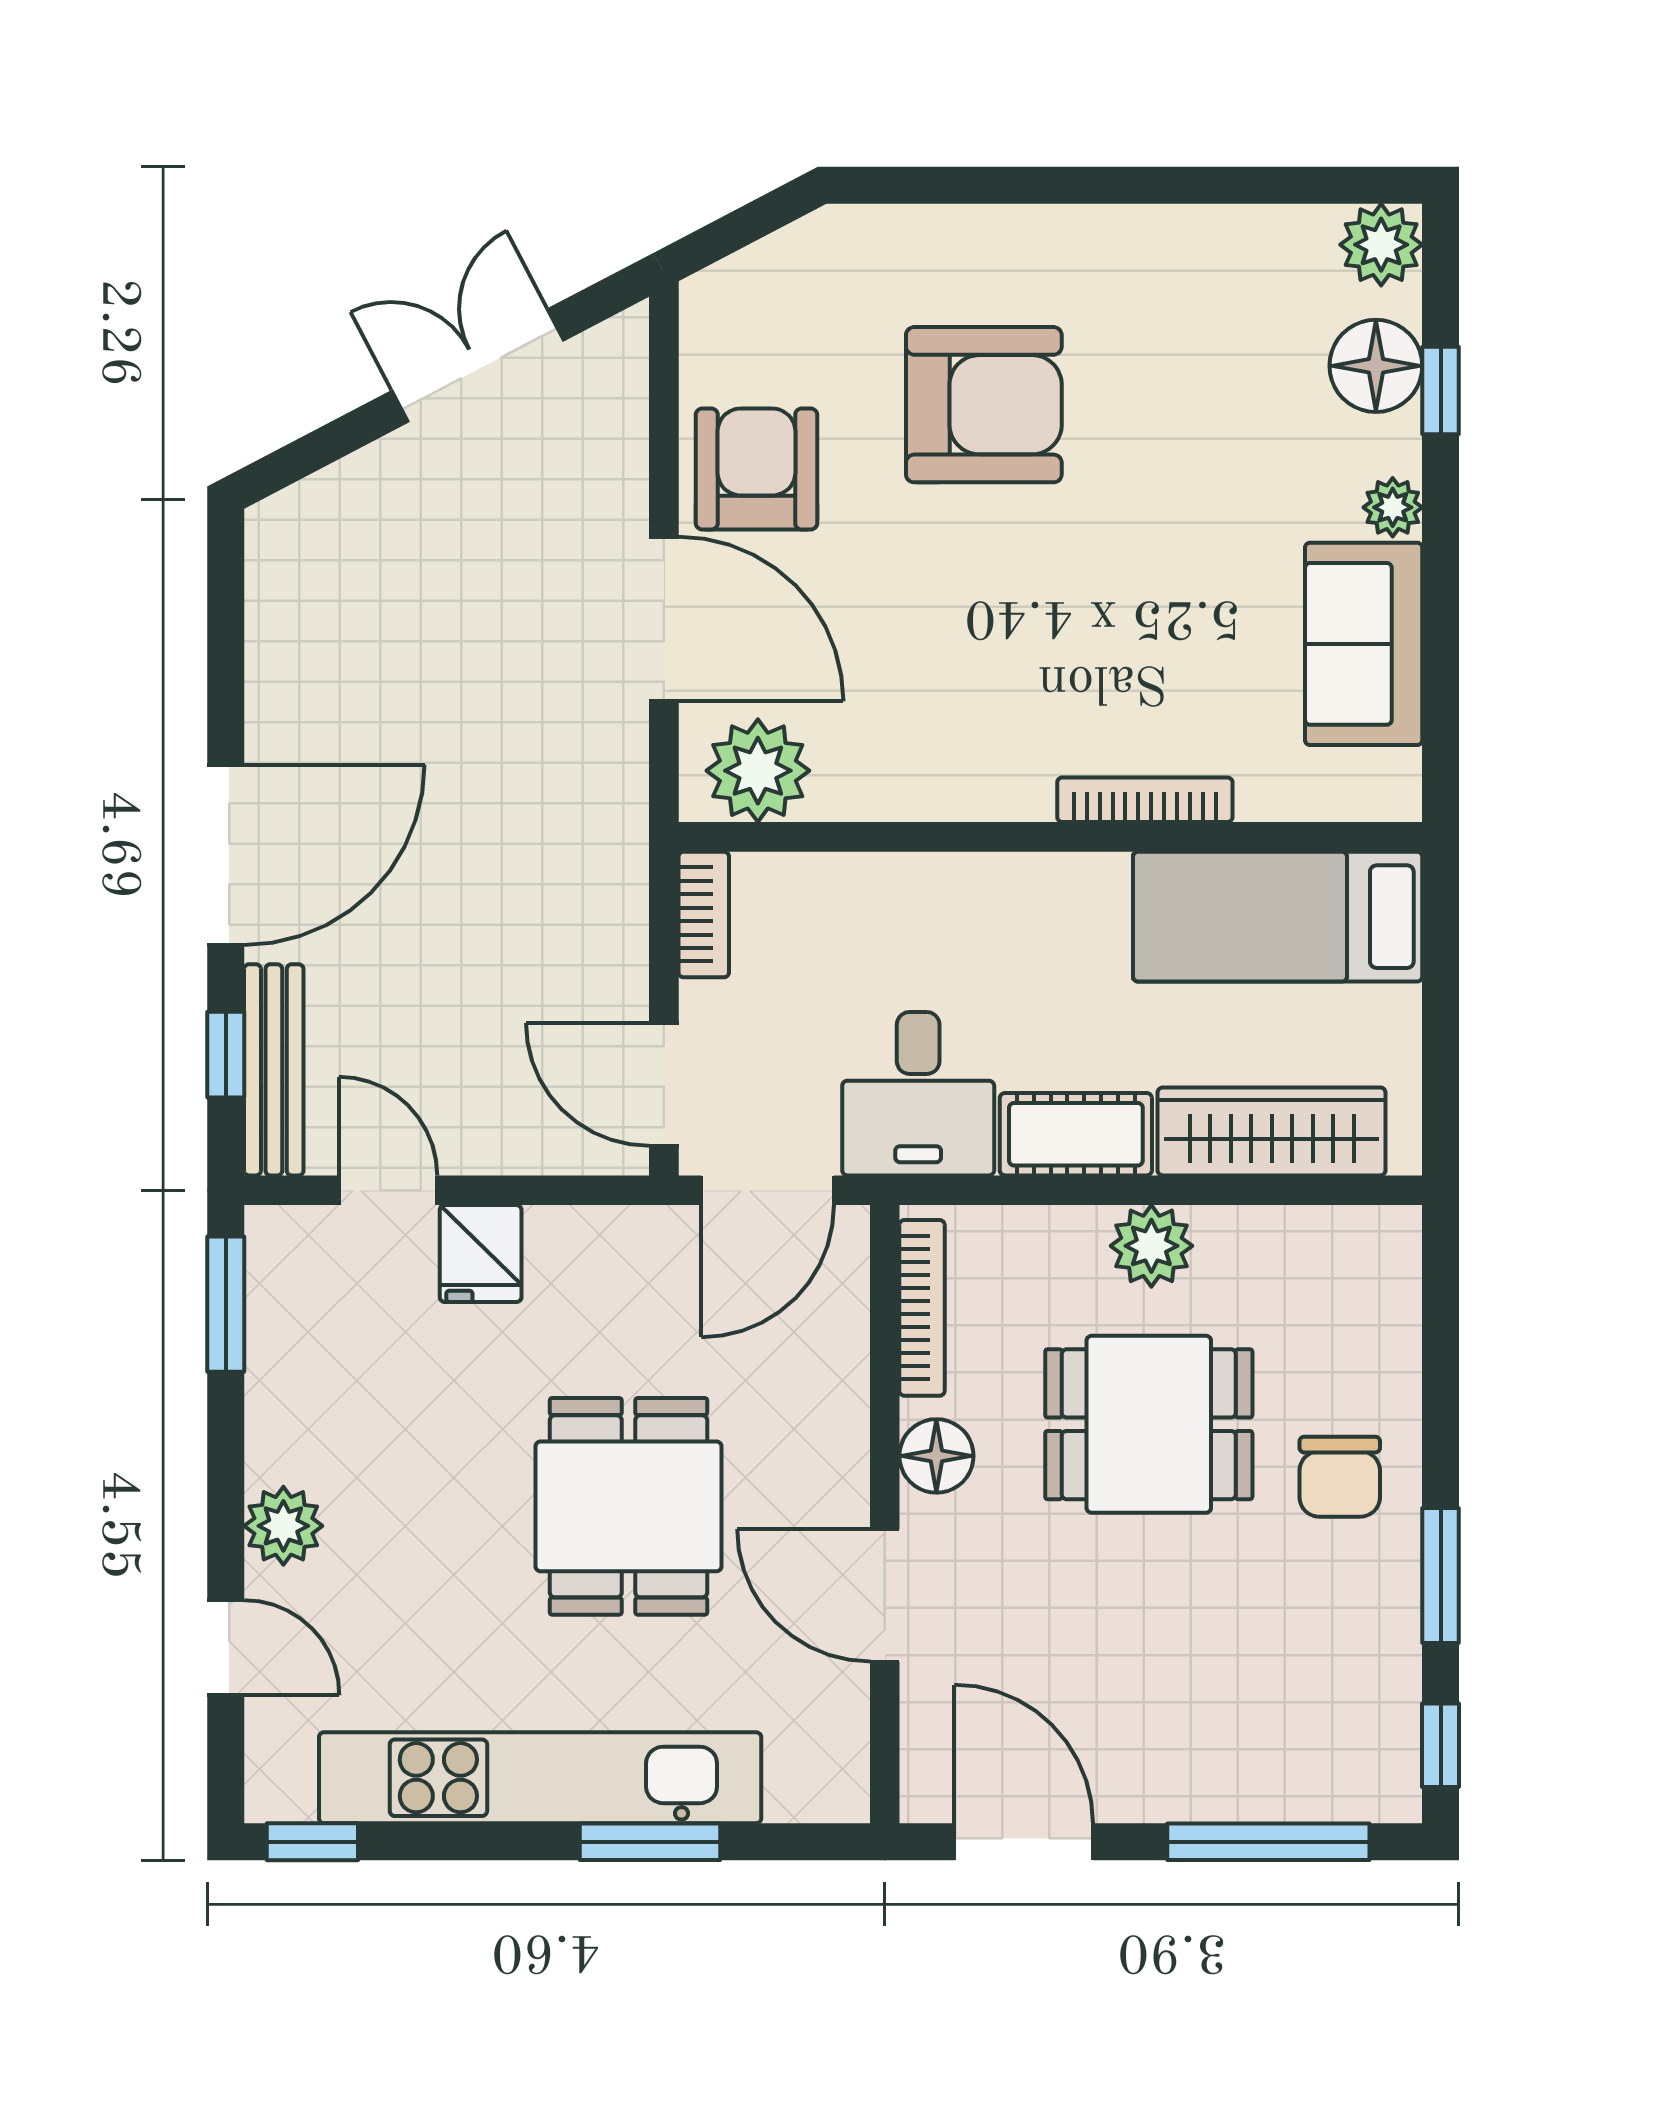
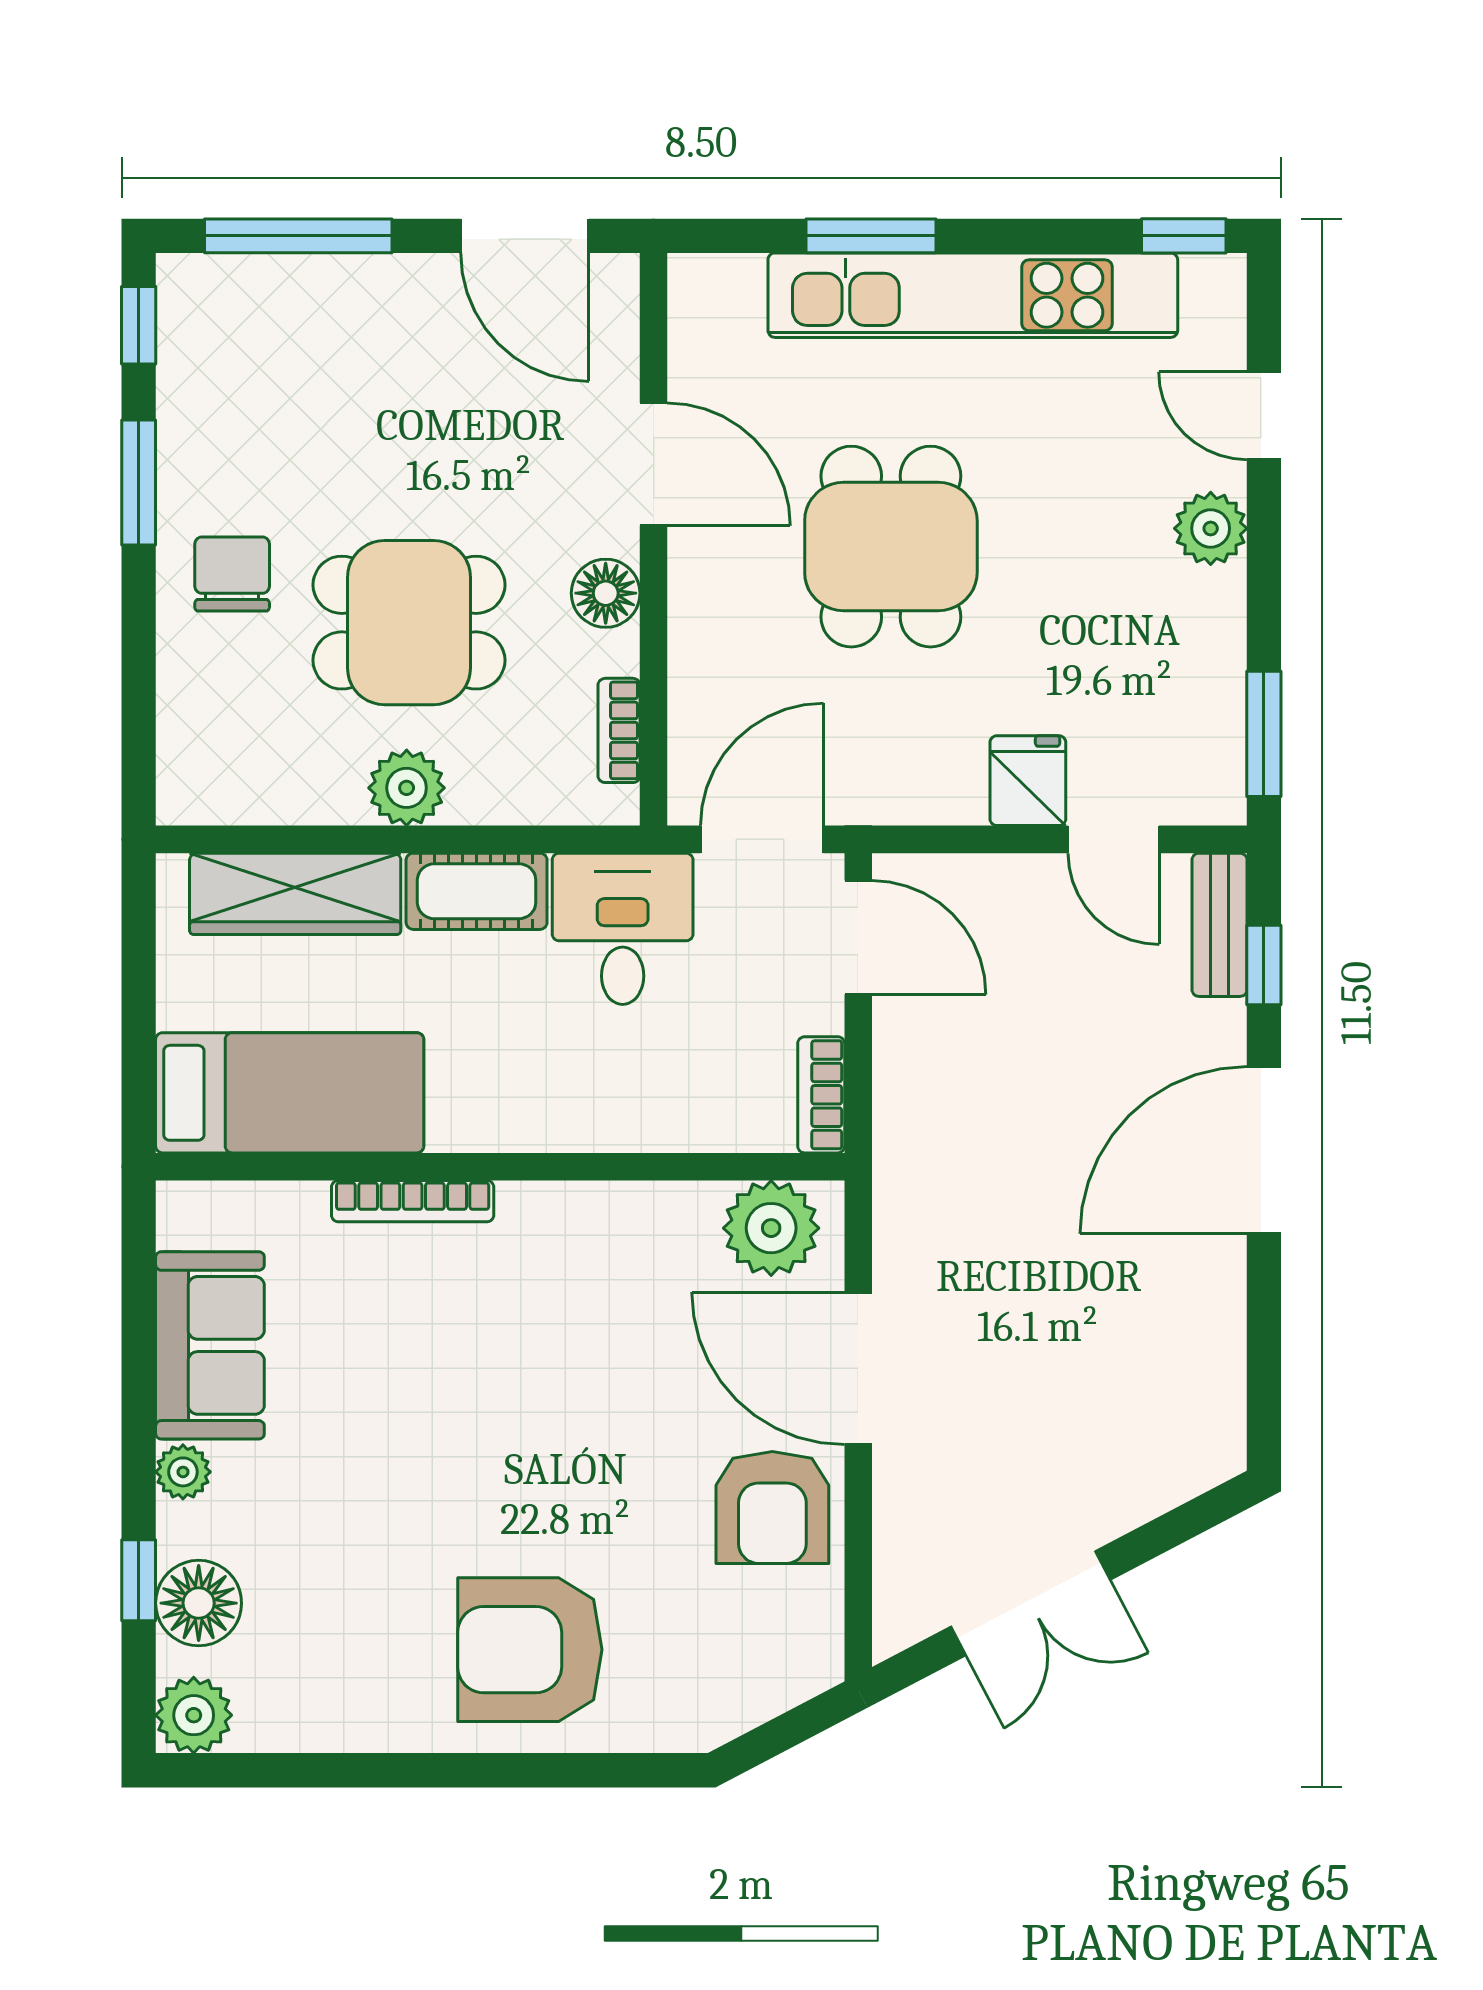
armchair: (984, 405) -> (530, 1650), moved
bench: (274, 1070) -> (1219, 925), width x0.73
bookcase: (922, 1308) -> (619, 730), width x0.64

